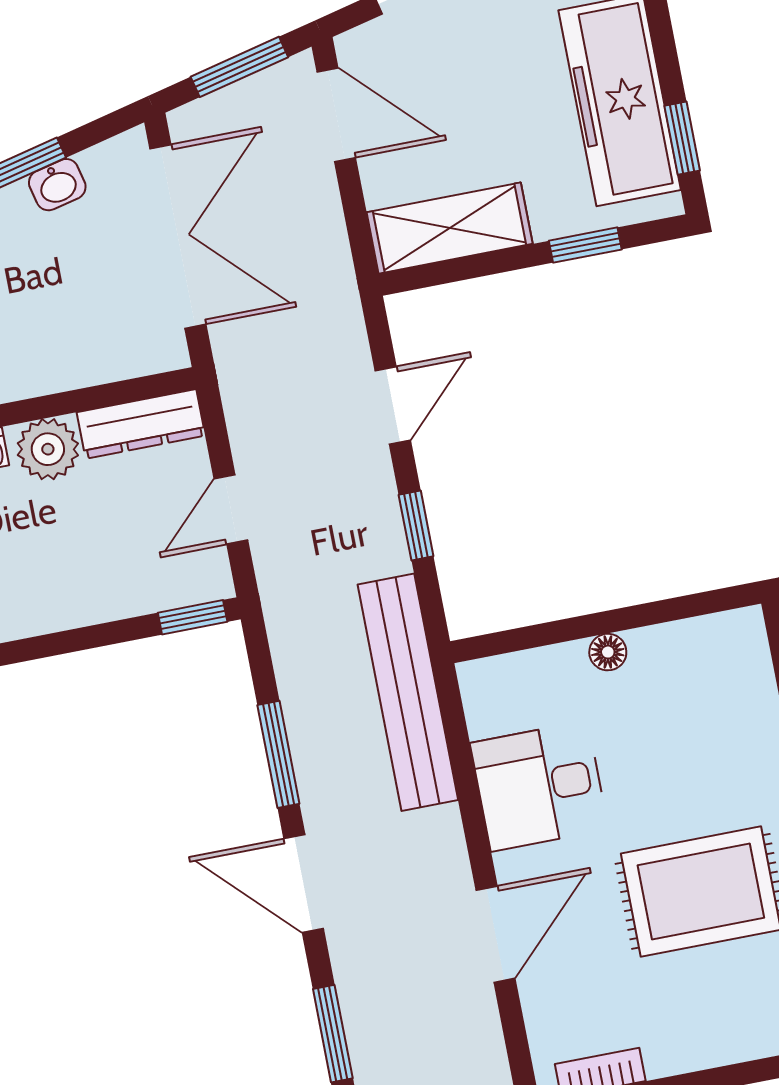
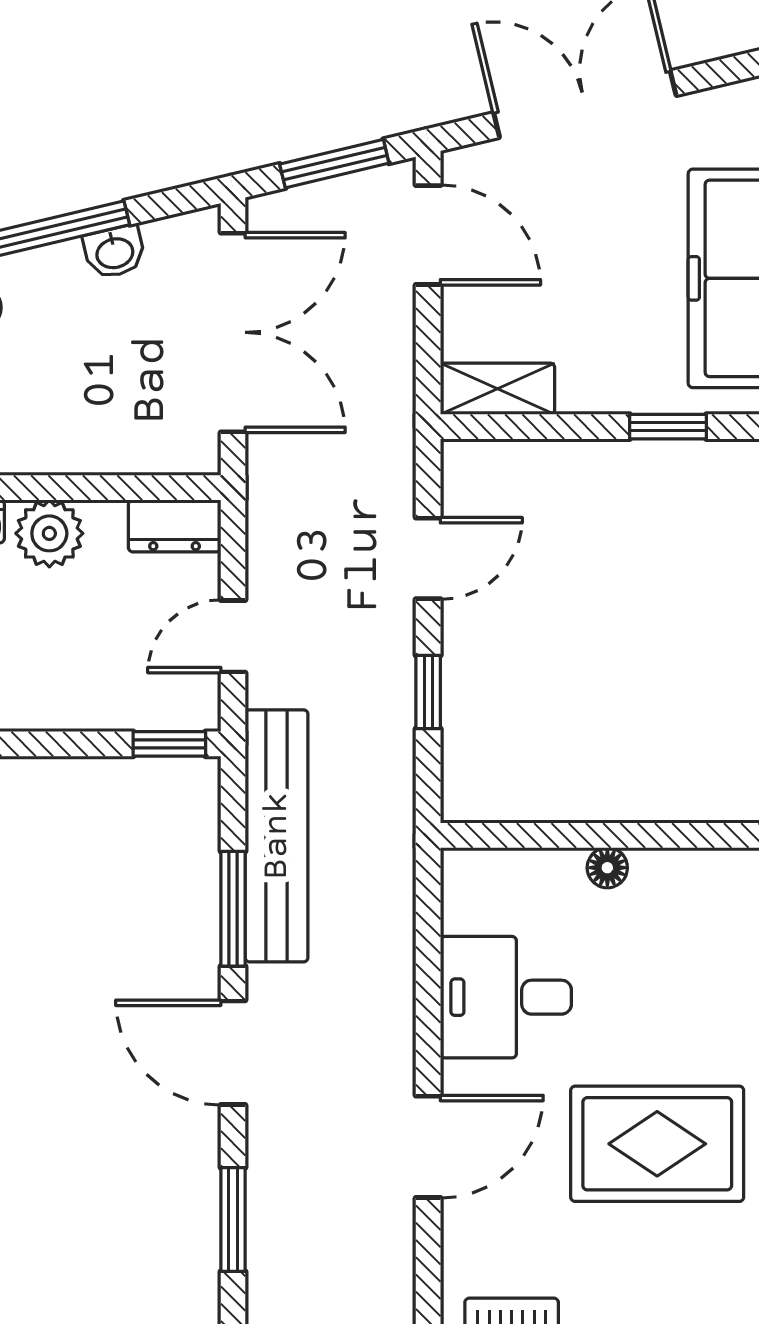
shelving: (450, 228) -> (497, 389), width x0.67, depth x0.75
dresser: (141, 424) -> (175, 526), width x0.70
bench: (408, 692) -> (277, 836), moved

